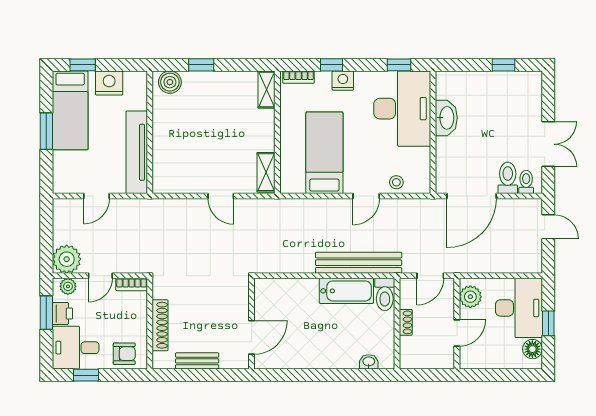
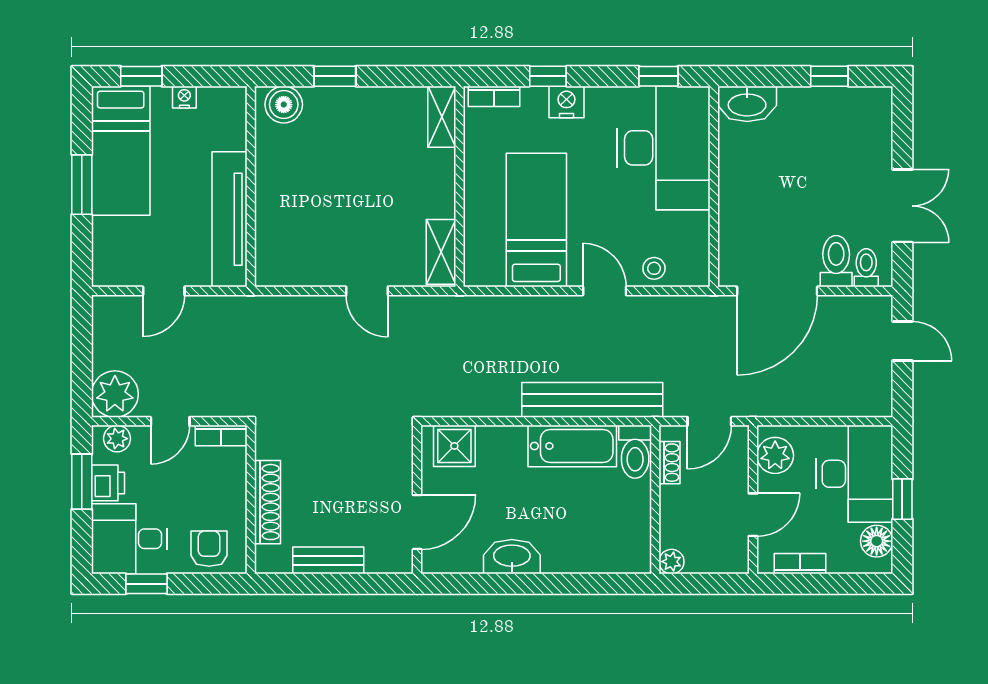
nightstand: (109, 83) -> (184, 97), width x0.53, depth x0.56
washbasin: (446, 118) -> (747, 104), moved, turned 90
door: (366, 196) -> (605, 291), swing flipped
shower: (274, 291) -> (454, 446), added
shoe rack: (406, 322) -> (669, 463), moved
armchair: (124, 354) -> (209, 549), turned -90
washbasin: (369, 362) -> (512, 557), moved, width x1.91, depth x1.45
plant: (407, 362) -> (671, 562), added
bookcase: (486, 363) -> (800, 564), added

